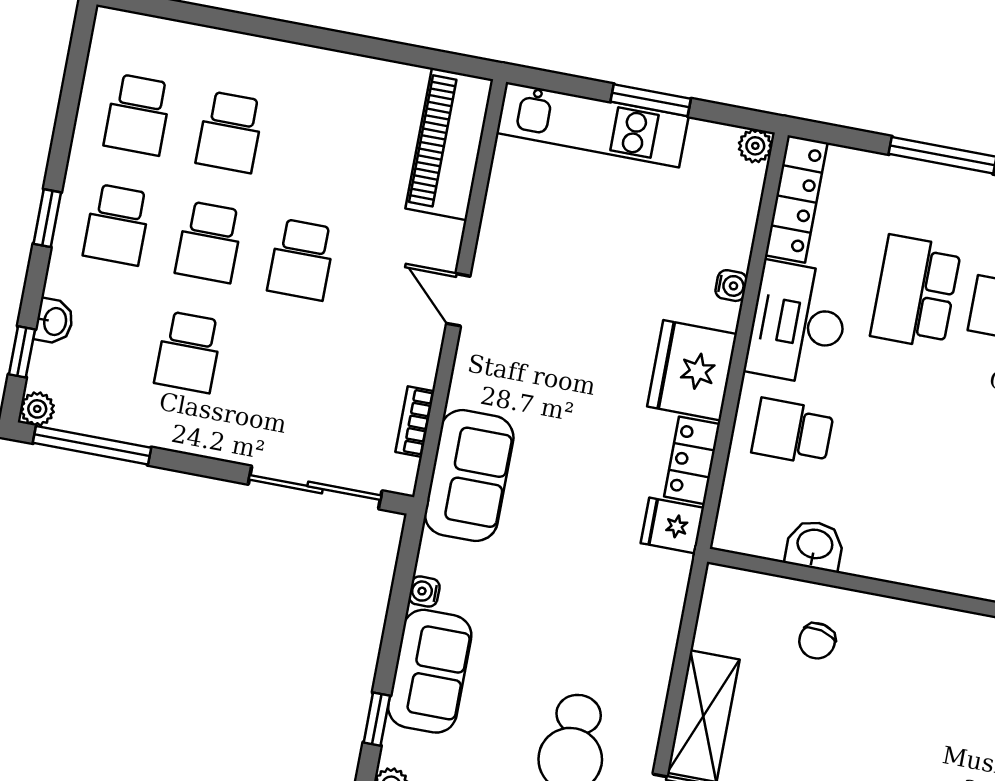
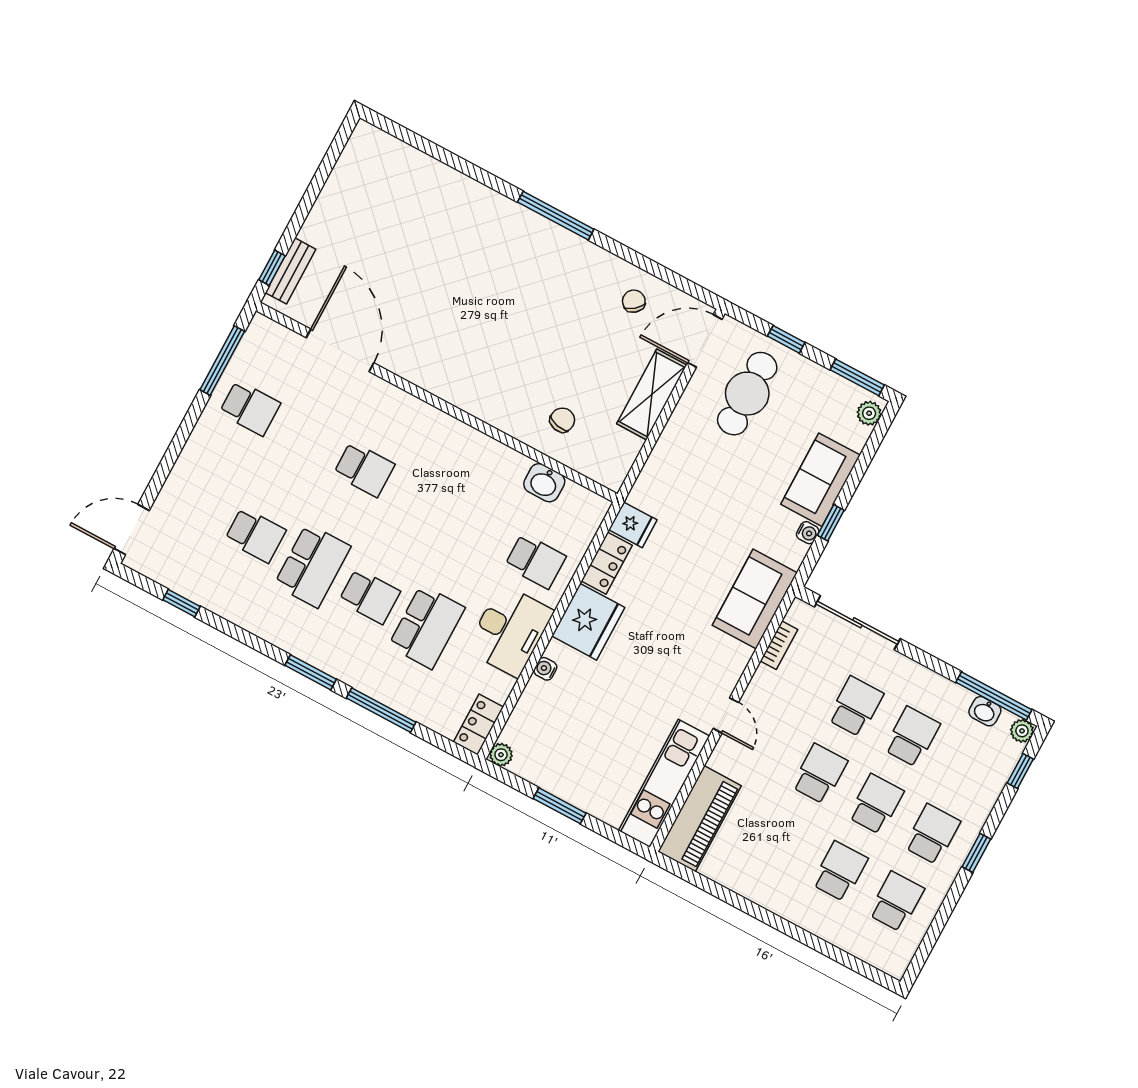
kitchen unit: (592, 125) -> (664, 783), moved, turned -90
locker: (796, 199) -> (478, 725), width x0.66
washbasin: (54, 321) -> (985, 711), moved, turned -90
school desk: (281, 370) -> (856, 707), added
window: (377, 719) -> (831, 523), moved

